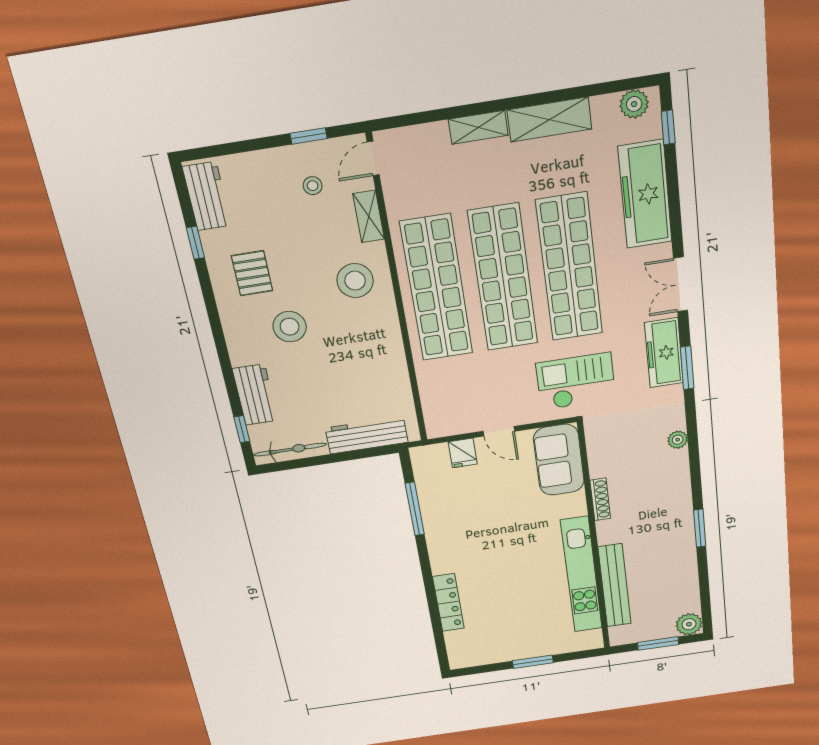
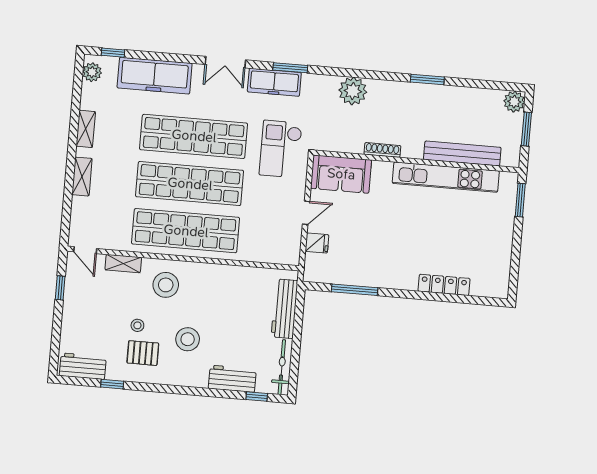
shelving: (549, 119) -> (86, 129), width x0.67, depth x0.75
stool: (313, 186) -> (137, 325), moved
plant: (678, 440) -> (353, 91), width x1.87, depth x1.87
window: (533, 662) -> (520, 200), moved

